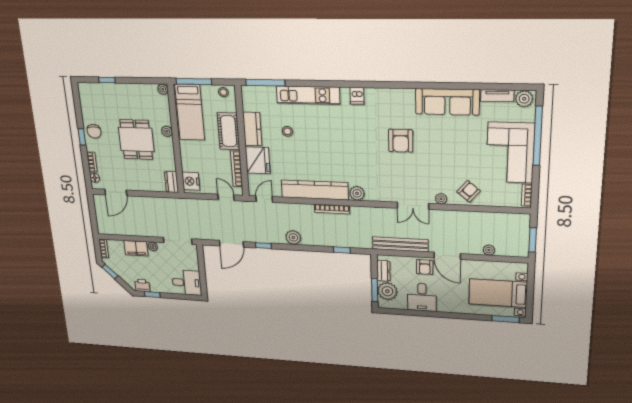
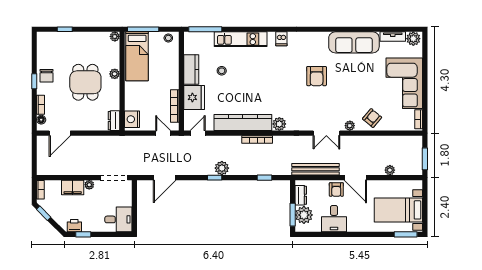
cot: (229, 131) -> (170, 72), removed
window: (538, 136) -> (425, 69), removed
window: (263, 246) -> (215, 178), moved

